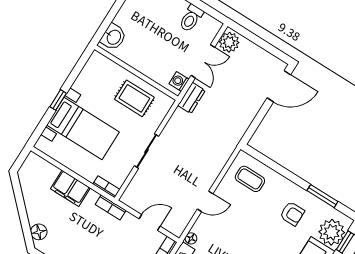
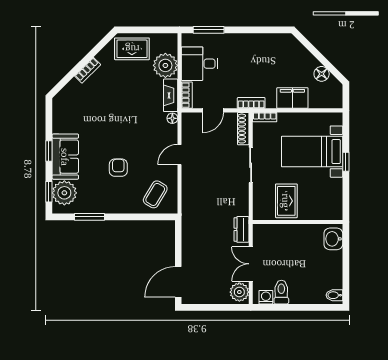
washing machine: (179, 81) -> (266, 297), moved, turned -90
rug: (134, 98) -> (286, 201), turned 90
coffee table: (250, 179) -> (155, 194), turned -59
shoe rack: (132, 189) -> (243, 129), added
armchair: (292, 214) -> (118, 168), moved, turned 90
floor lamp: (39, 232) -> (322, 74), moved

